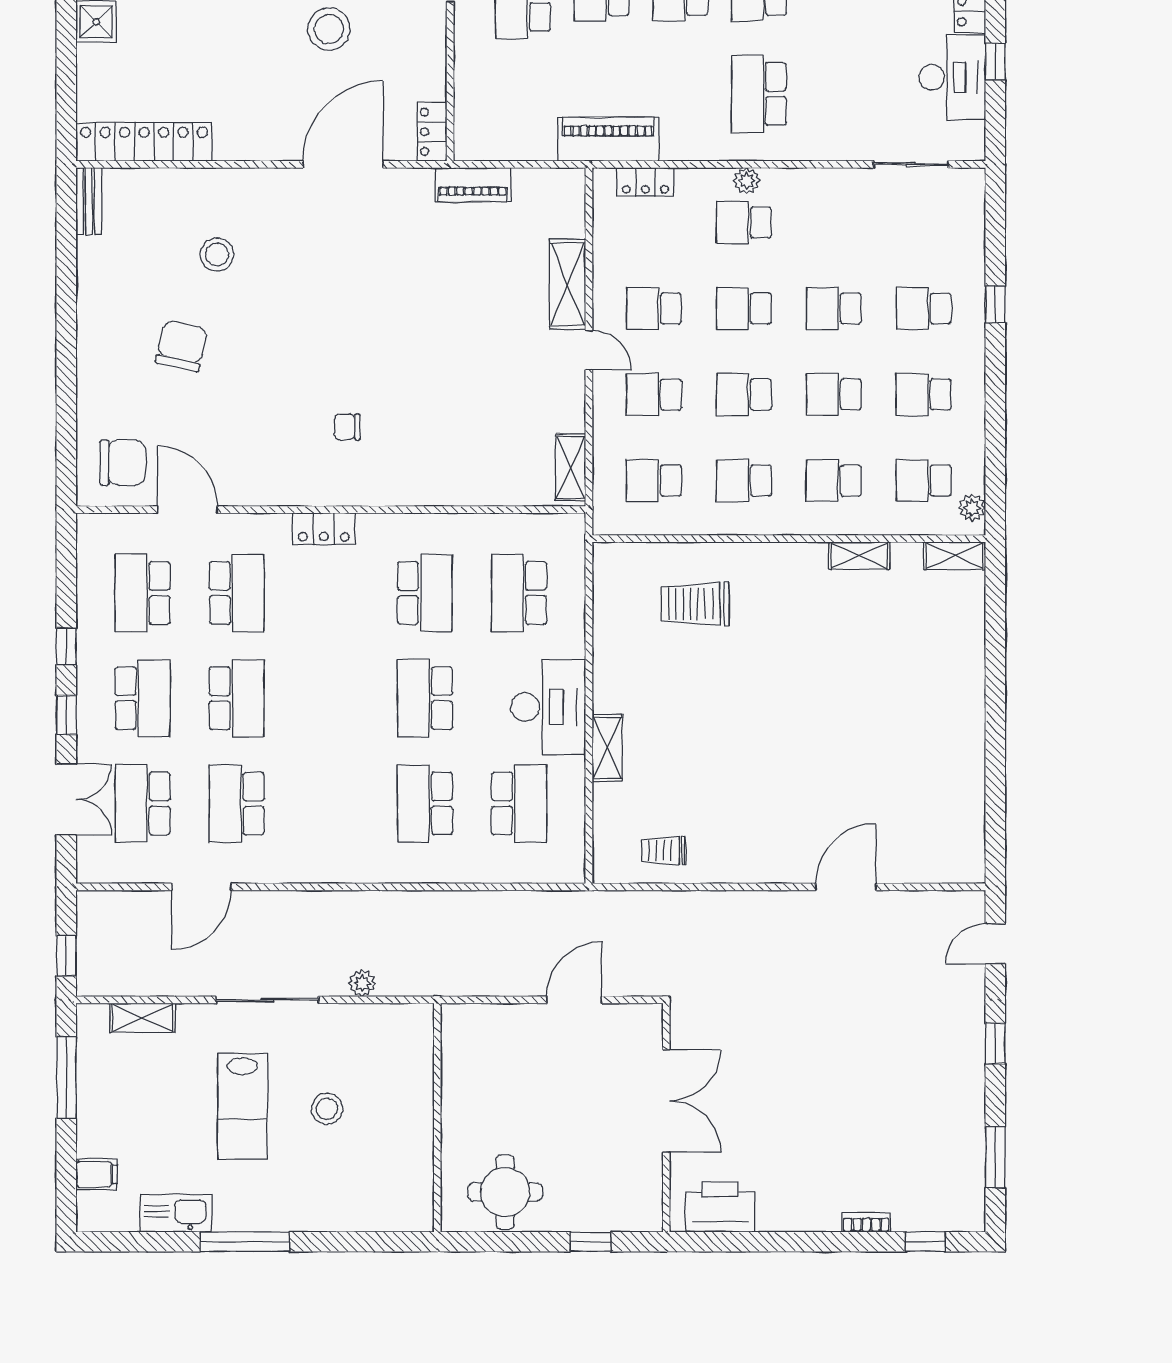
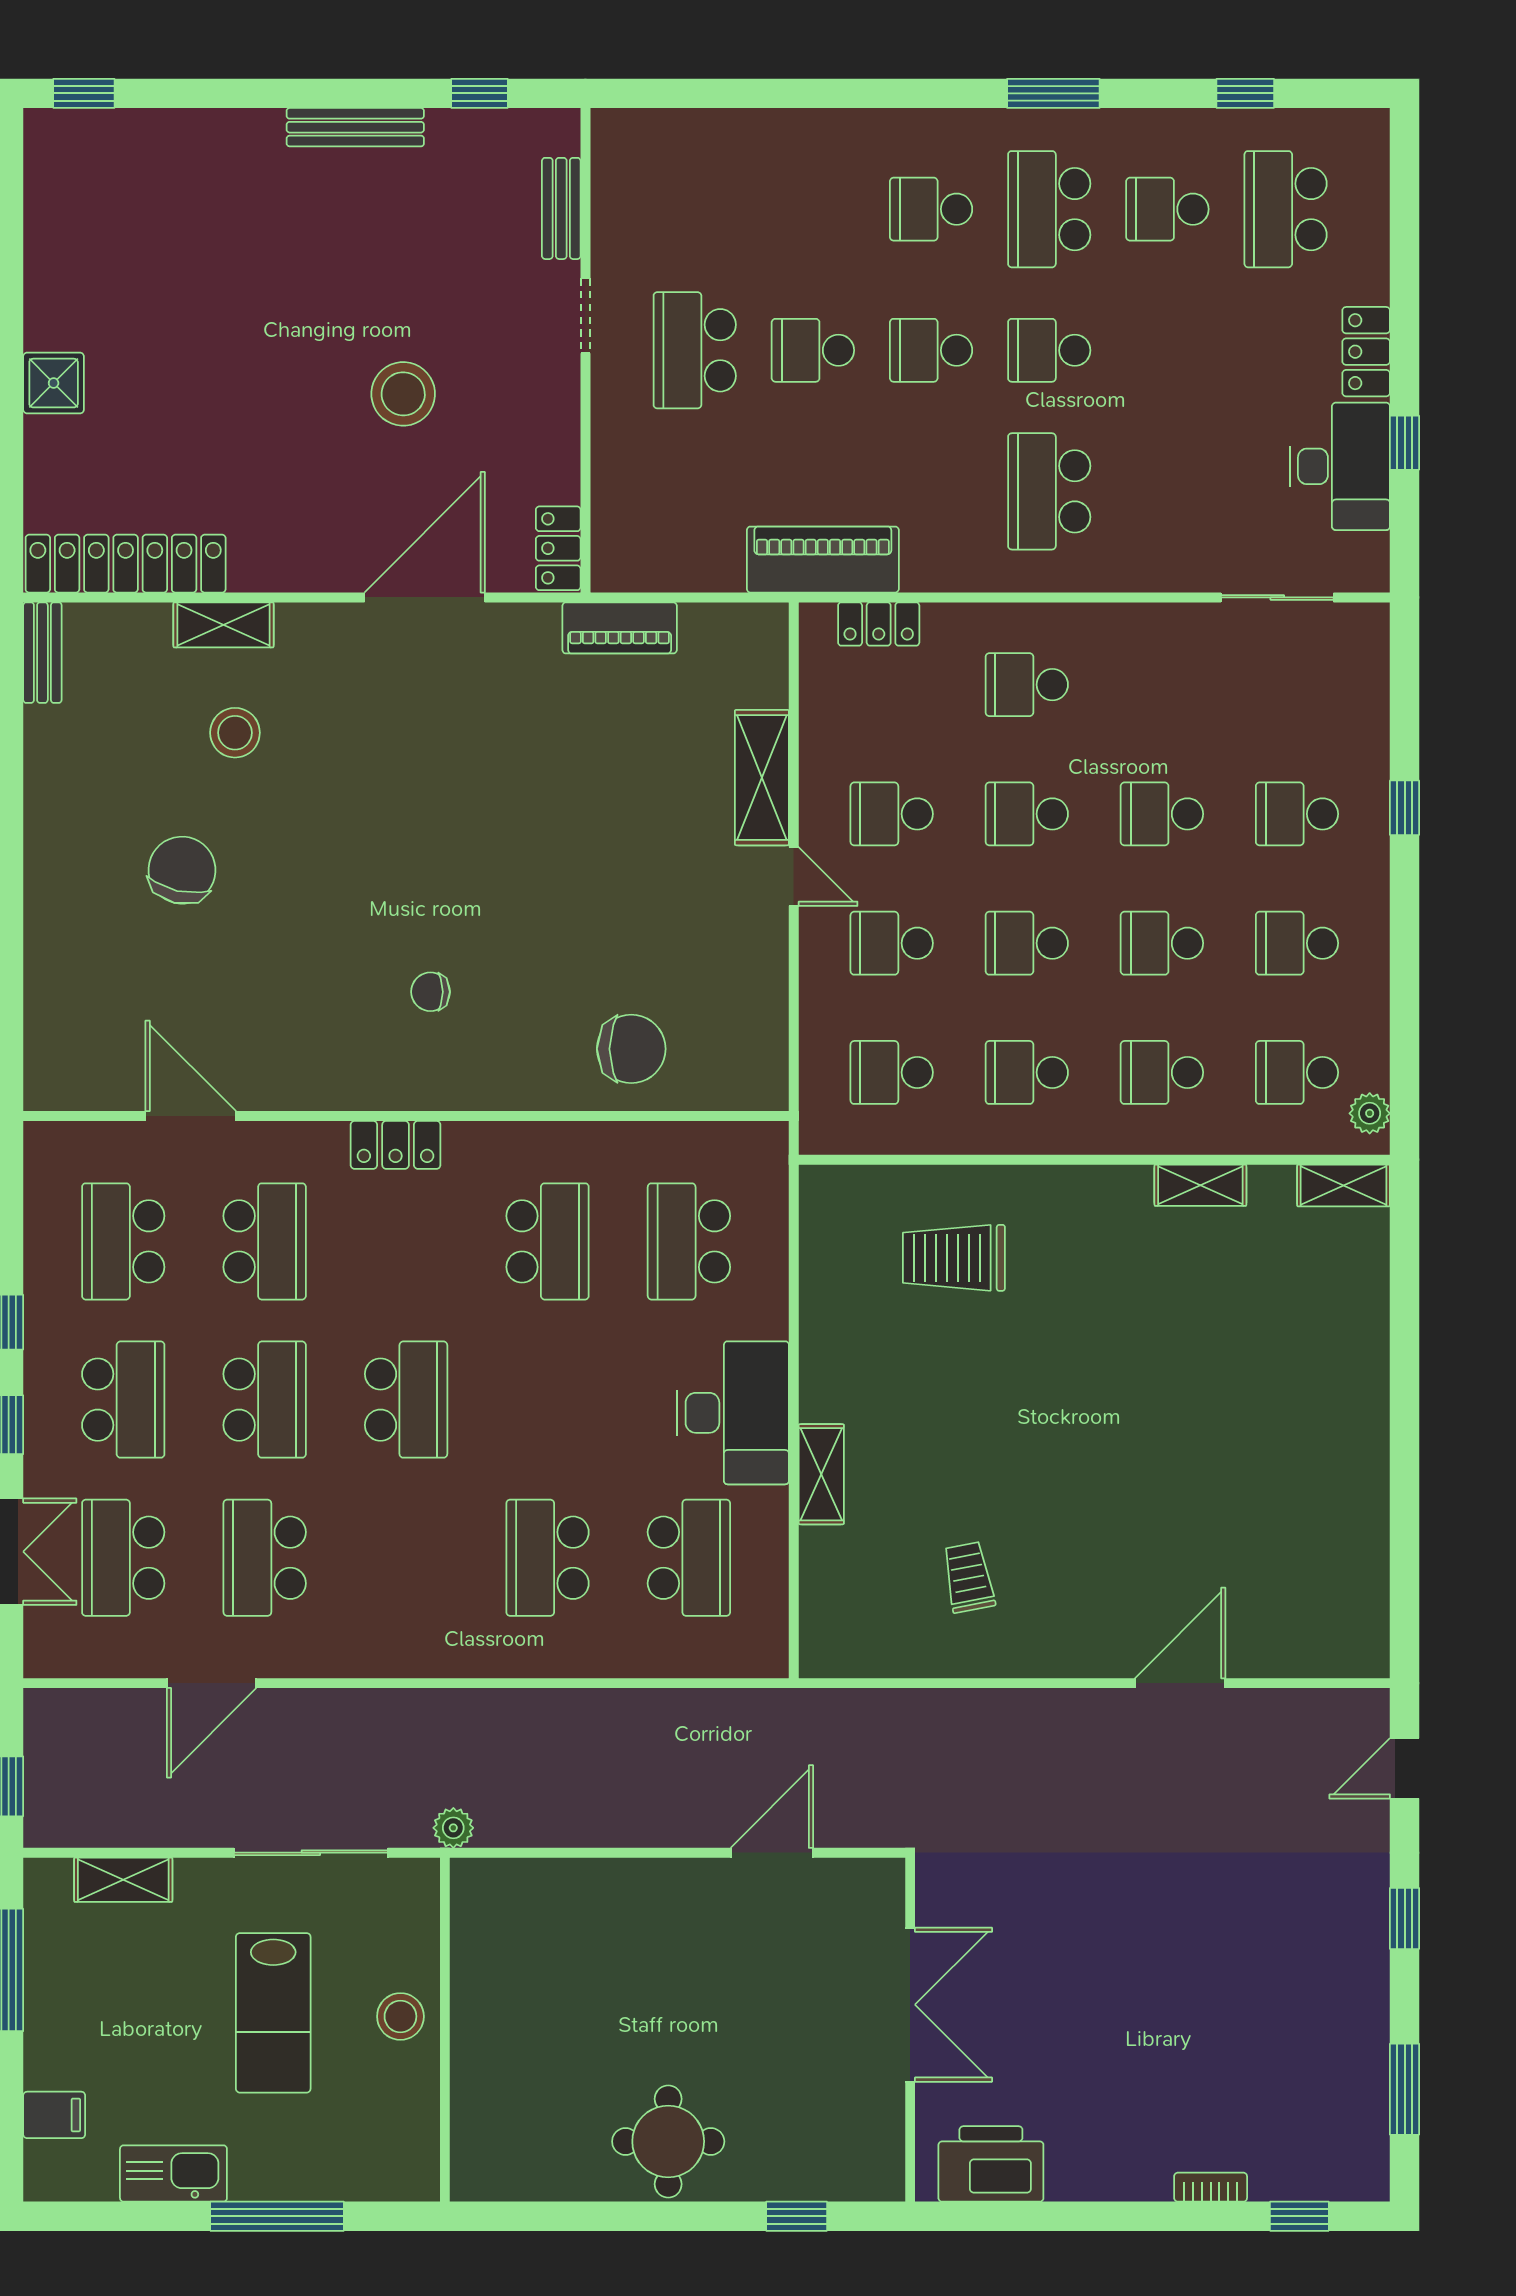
plant: (747, 181) -> (1031, 622), removed
chair: (123, 463) -> (631, 1049), moved
shelving: (571, 467) -> (224, 625), moved, turned 90
school desk: (425, 698) -> (406, 1400), moved, turned 180
trolley: (663, 850) -> (968, 1577), moved, turned 79
wall: (437, 1118) -> (445, 2030), moved

